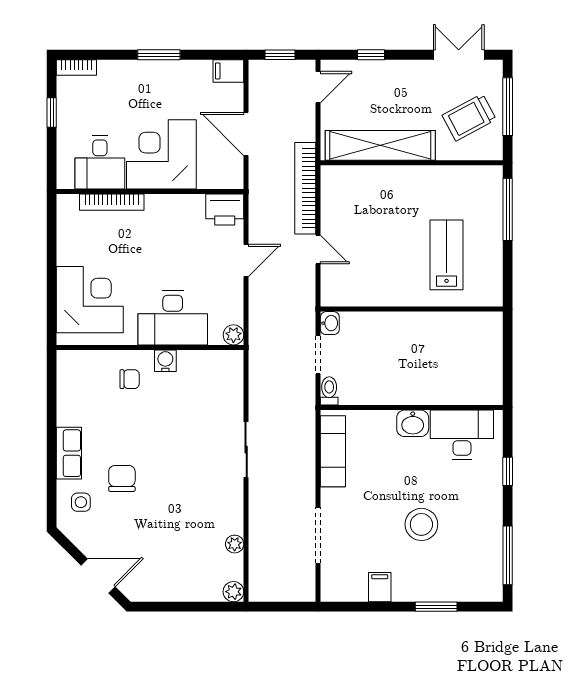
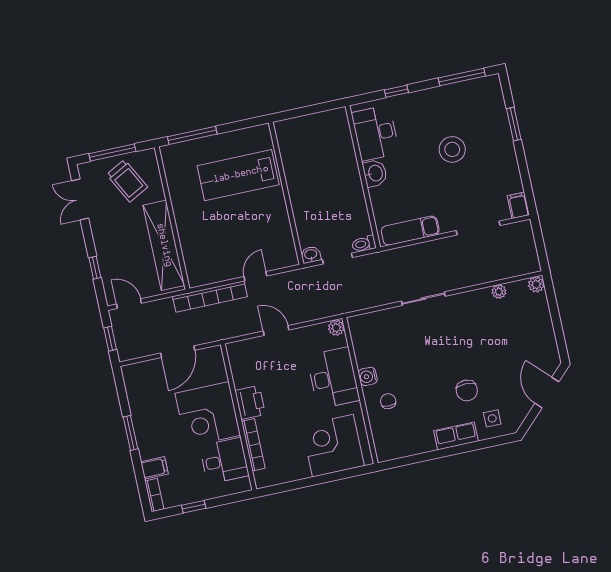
filing cabinet: (228, 71) -> (154, 468), moved, turned -90
printer: (225, 210) -> (250, 402), moved
lab bench: (447, 255) -> (238, 175), width x1.36, depth x1.39
chair: (122, 478) -> (467, 390), turned -90
filing cabinet: (380, 587) -> (518, 205), moved, turned 90

